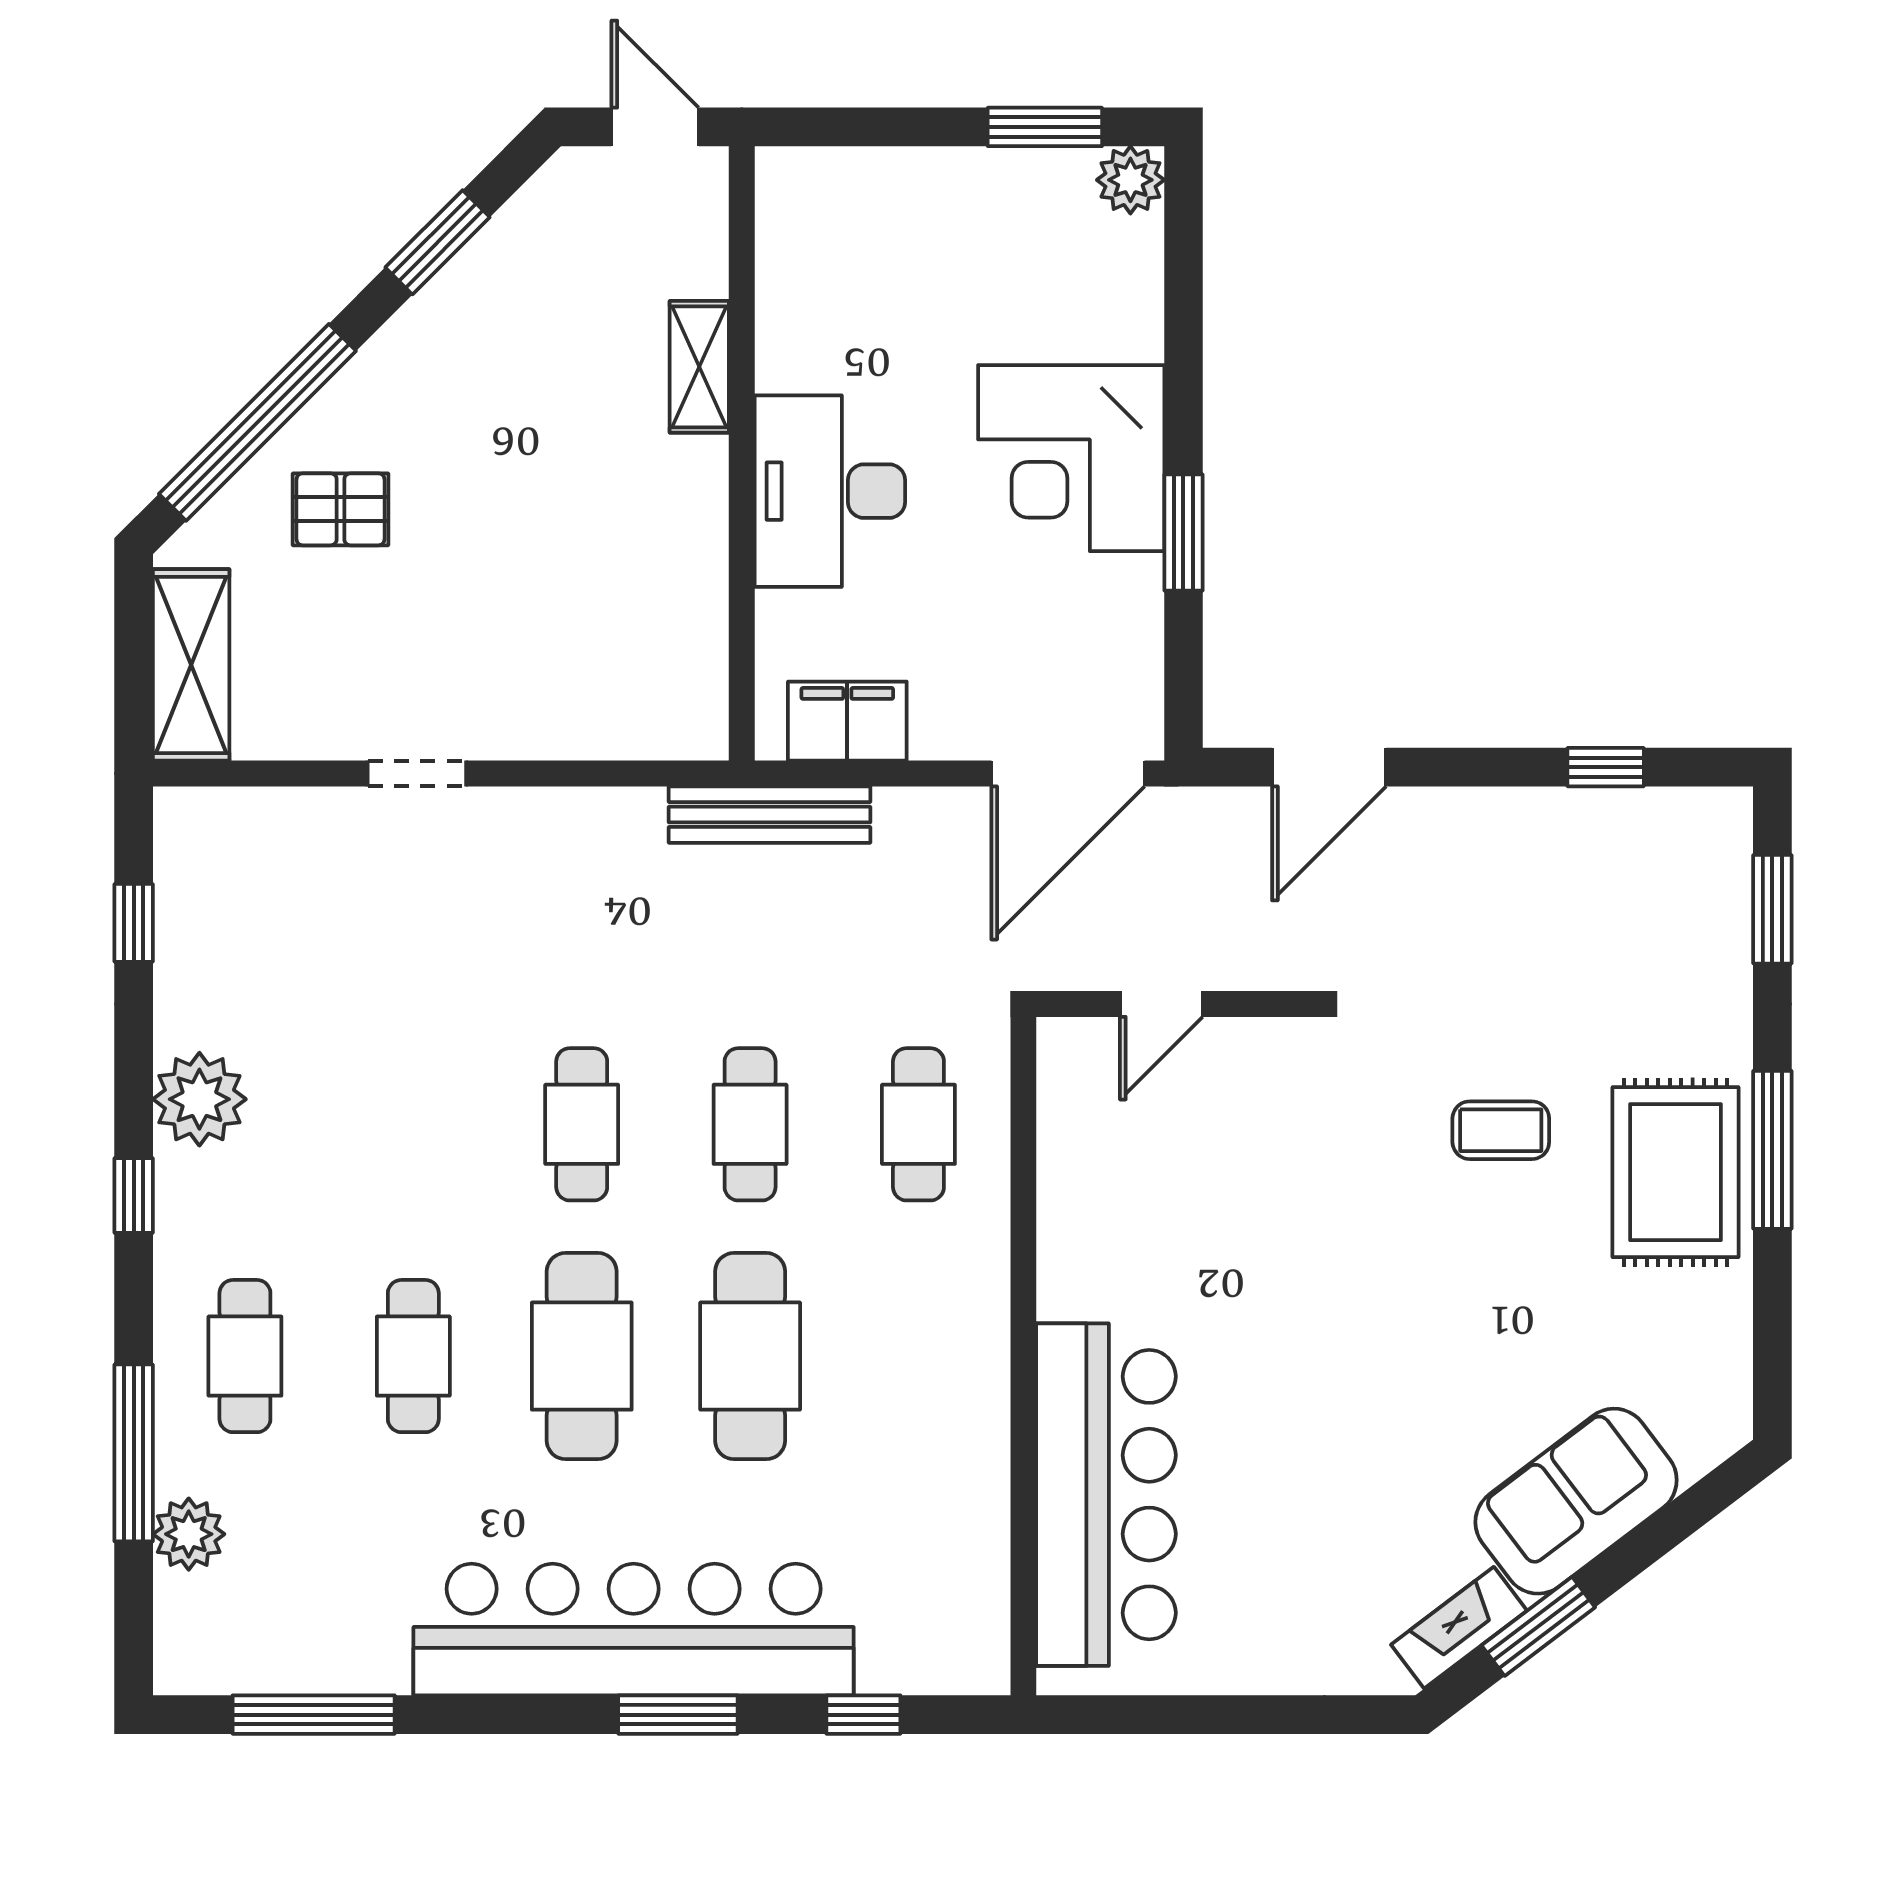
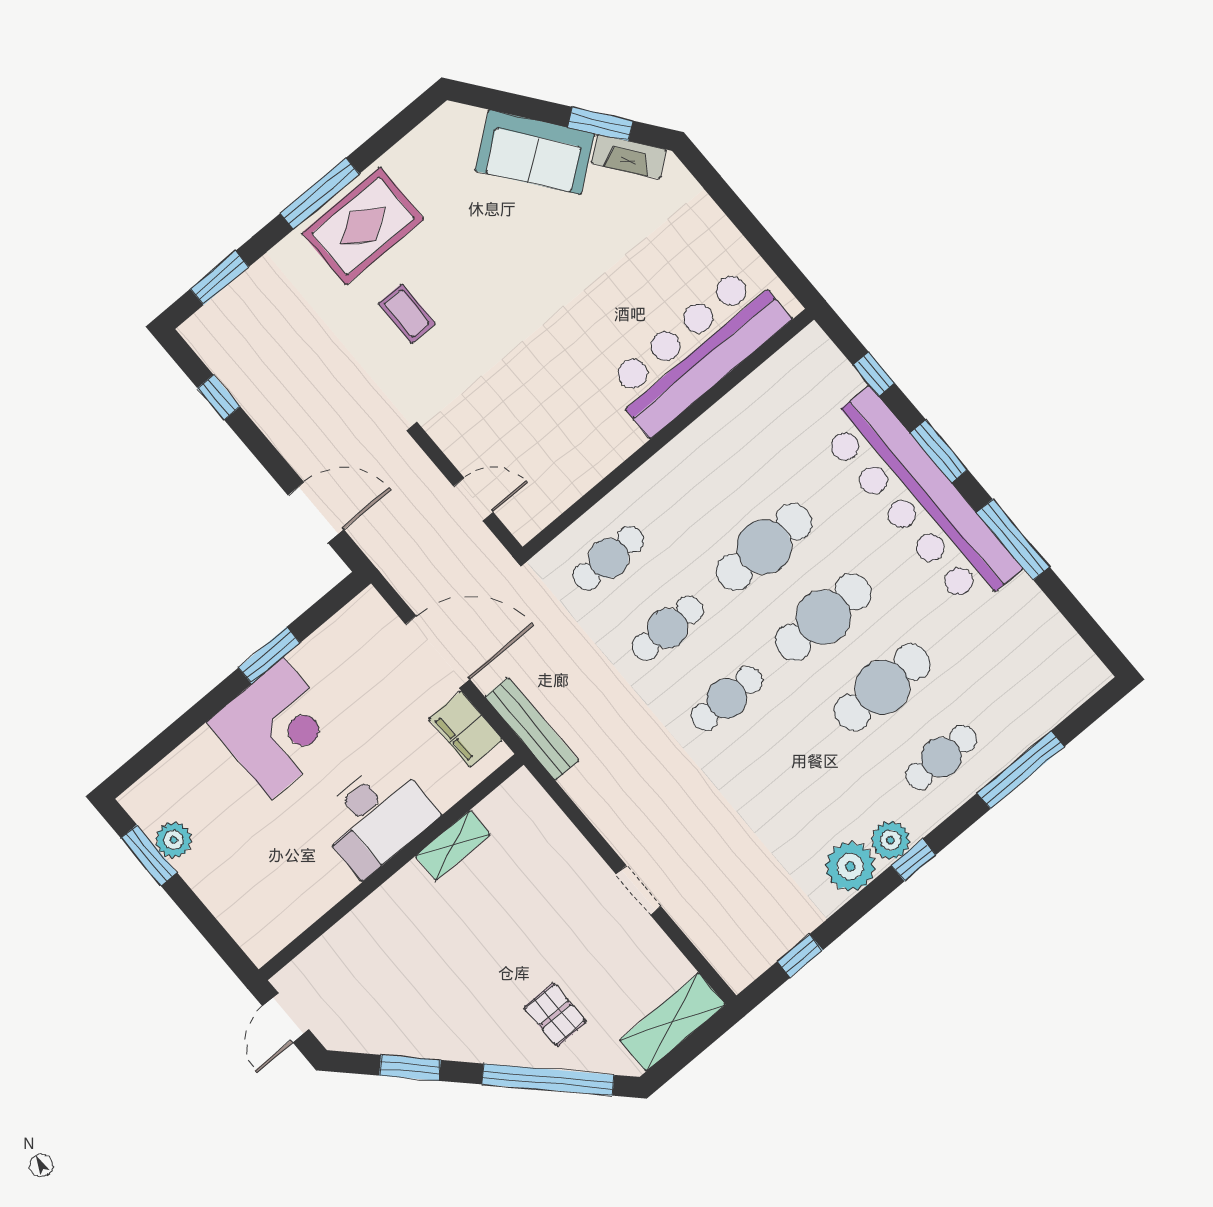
plant: (1130, 180) -> (174, 840), moved
shelving: (699, 367) -> (453, 845), moved
door: (1068, 774) -> (438, 652), moved
cafe table: (413, 1356) -> (882, 687), width x1.37, depth x1.35
plant: (189, 1534) -> (891, 840), moved
window: (314, 1715) -> (1013, 540), moved

